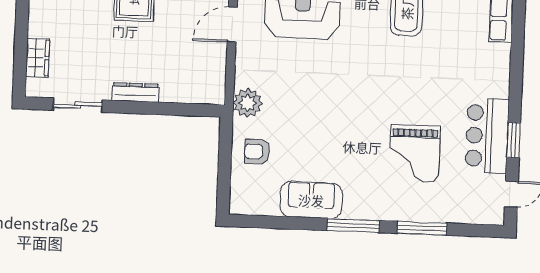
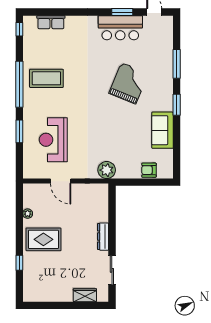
armchair: (257, 151) -> (149, 170), moved, turned 90
grand piano: (415, 154) -> (129, 83), moved, turned -68
window: (353, 225) -> (177, 105), width x0.69

